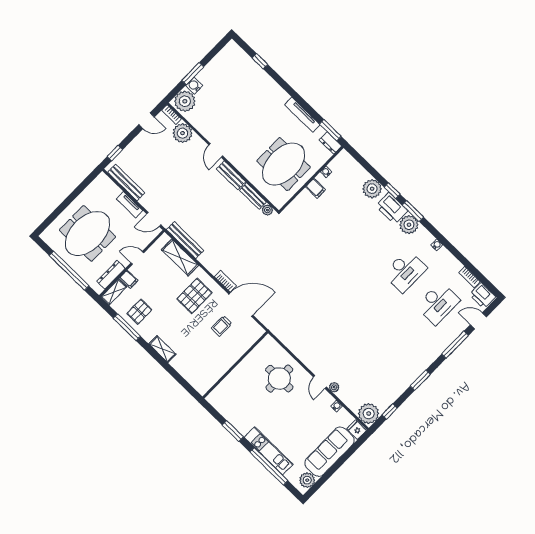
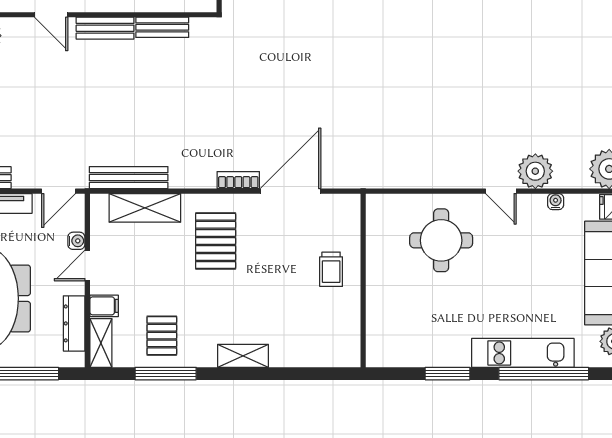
plant: (267, 210) -> (201, 27), removed
water cooler: (142, 245) -> (76, 241), added
trolley: (222, 326) -> (331, 269), moved
plant: (334, 387) -> (535, 171), width x1.88, depth x1.88

